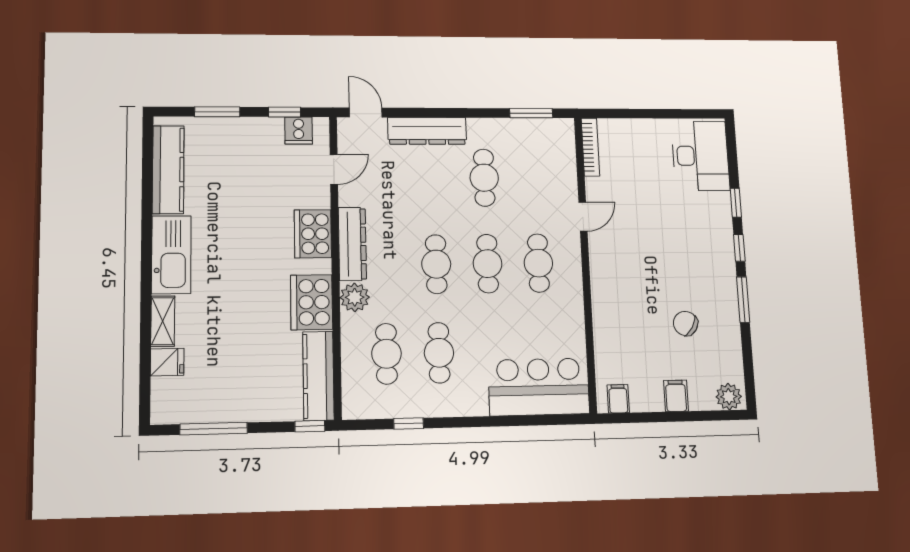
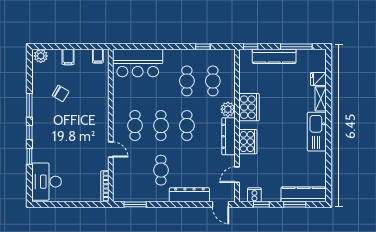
kitchen counter: (168, 170) -> (304, 194), moved, turned 90
door: (583, 217) -> (111, 149), swing flipped
kitchen counter: (318, 376) -> (274, 56), moved, turned 90

